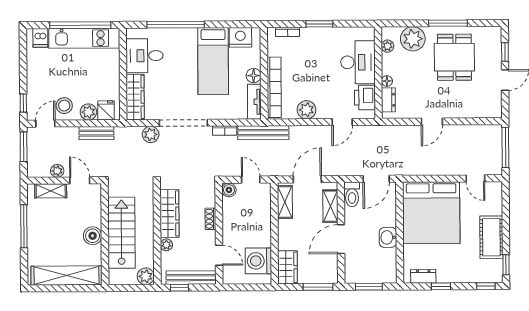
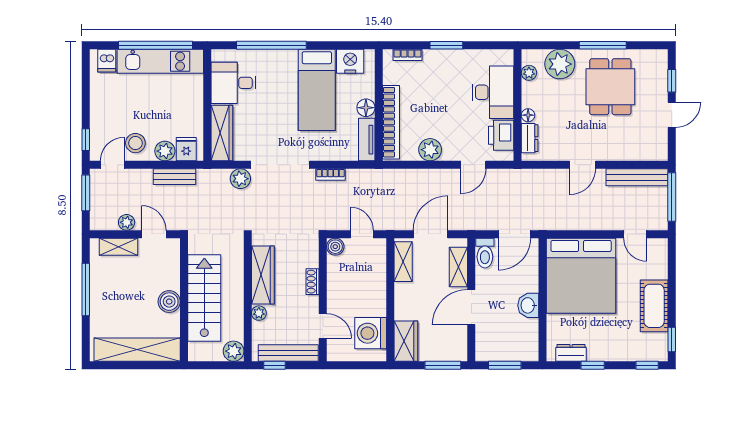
bench: (263, 133) -> (637, 177), moved

